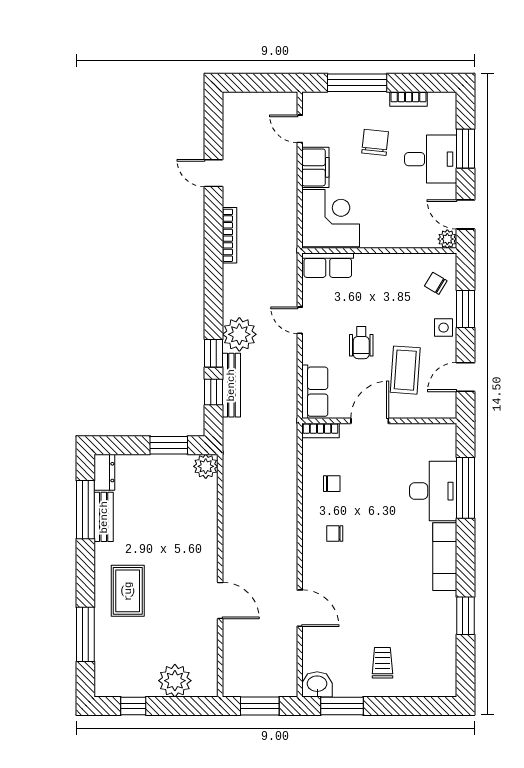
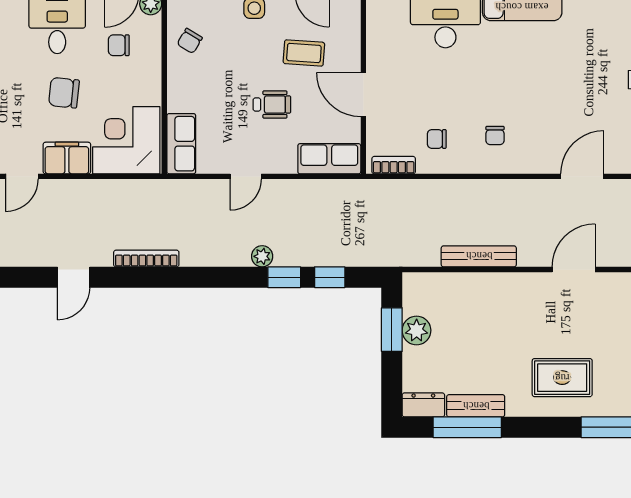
chair: (375, 142) -> (64, 93), moved
chair: (412, 212) -> (119, 45), added
chair: (436, 283) -> (190, 41), moved
plant: (239, 334) -> (262, 256), width x0.53, depth x0.53
coffee table: (405, 370) -> (304, 53), width x0.73, depth x0.77
bench: (231, 385) -> (479, 256), moved
bookcase: (320, 430) -> (394, 165), moved, turned -90
plant: (206, 466) -> (417, 330), moved
chair: (332, 484) -> (437, 139), turned -90

